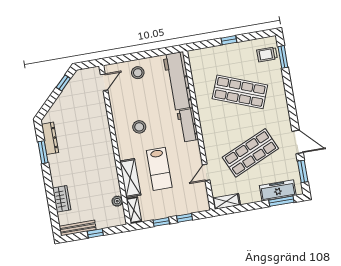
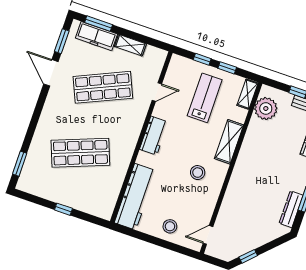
trolley: (267, 54) -> (34, 175), removed
shop shelf: (240, 92) -> (80, 153), turned -42
workbench: (188, 125) -> (154, 136), moved
lab bench: (159, 169) -> (205, 98), moved
shelving: (130, 178) -> (229, 142), moved
plant: (117, 201) -> (266, 109), width x1.88, depth x1.88
shelving: (226, 201) -> (130, 45), moved

